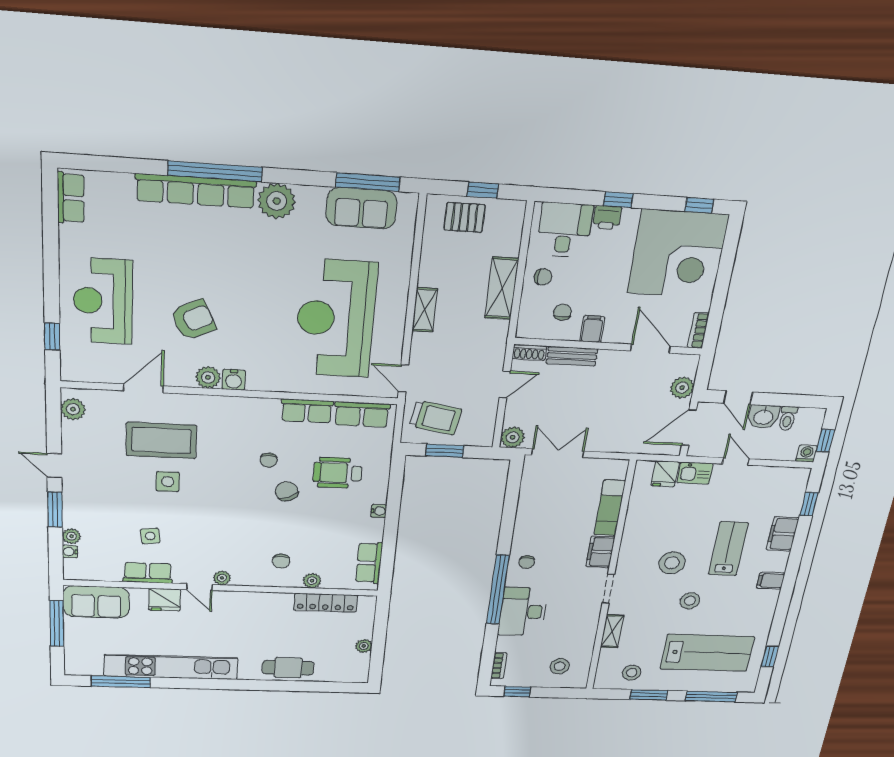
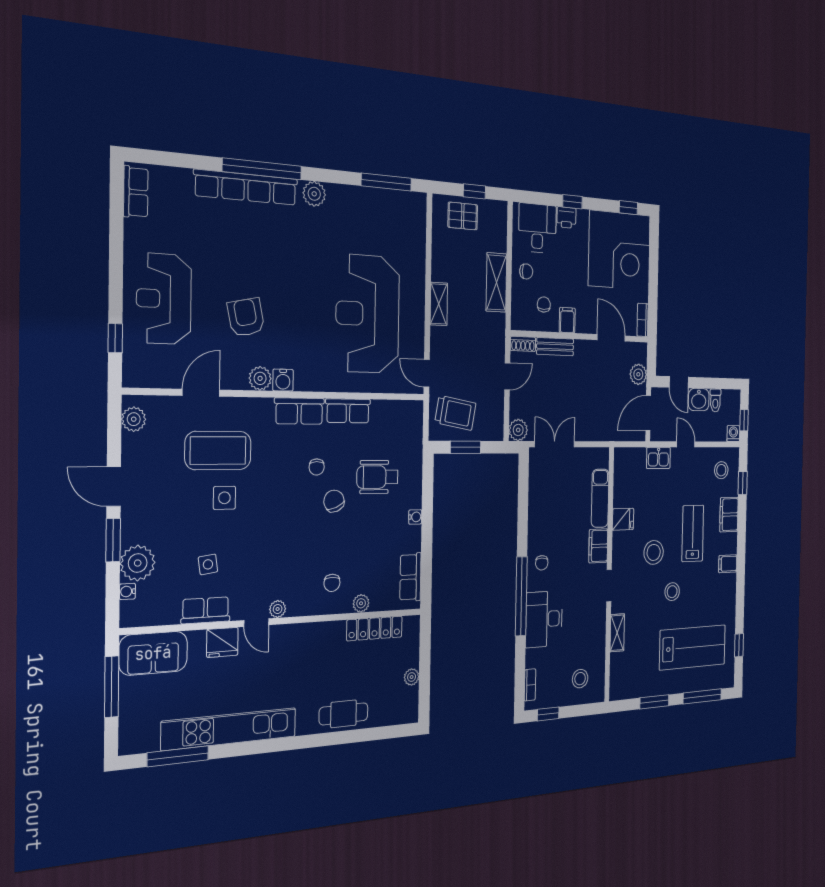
plant: (277, 201) -> (314, 194), width x0.73, depth x0.73
sofa: (361, 208) -> (383, 206), removed
armchair: (193, 320) -> (246, 317), turned -77
row of seats: (362, 414) -> (299, 411), moved
door: (54, 466) -> (114, 486), width x1.38
fridge: (665, 474) -> (623, 519), moved, turned -90
plant: (71, 536) -> (138, 563), width x1.88, depth x1.88
stool: (632, 673) -> (721, 470), moved

